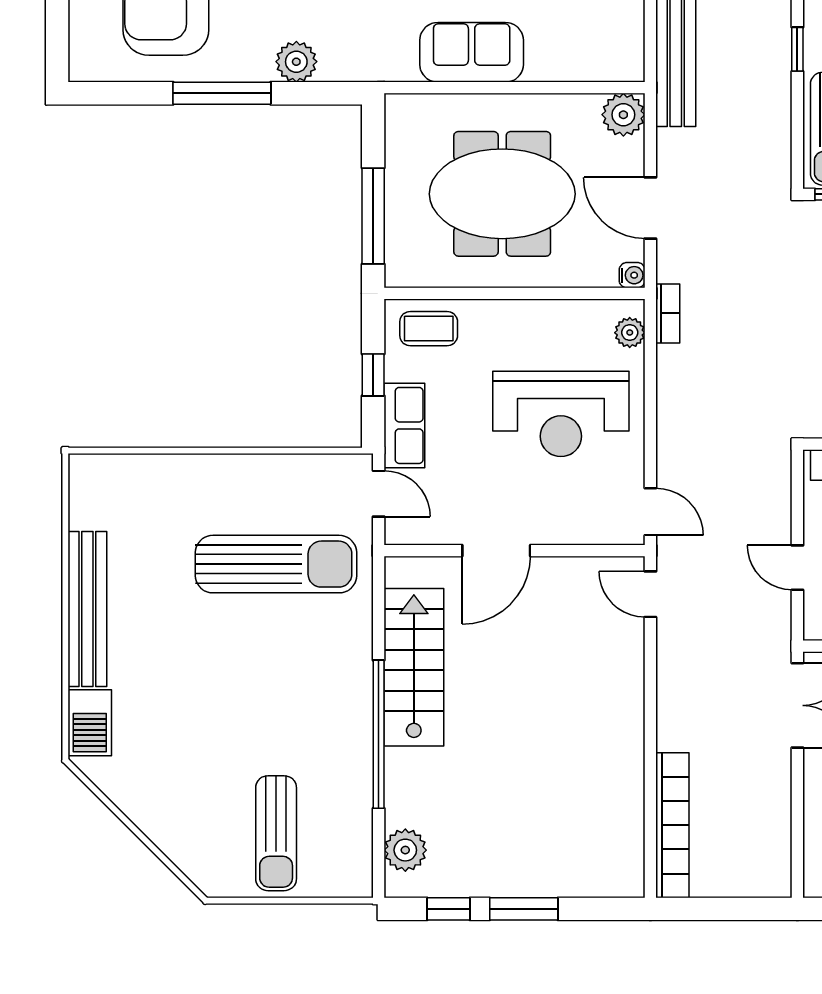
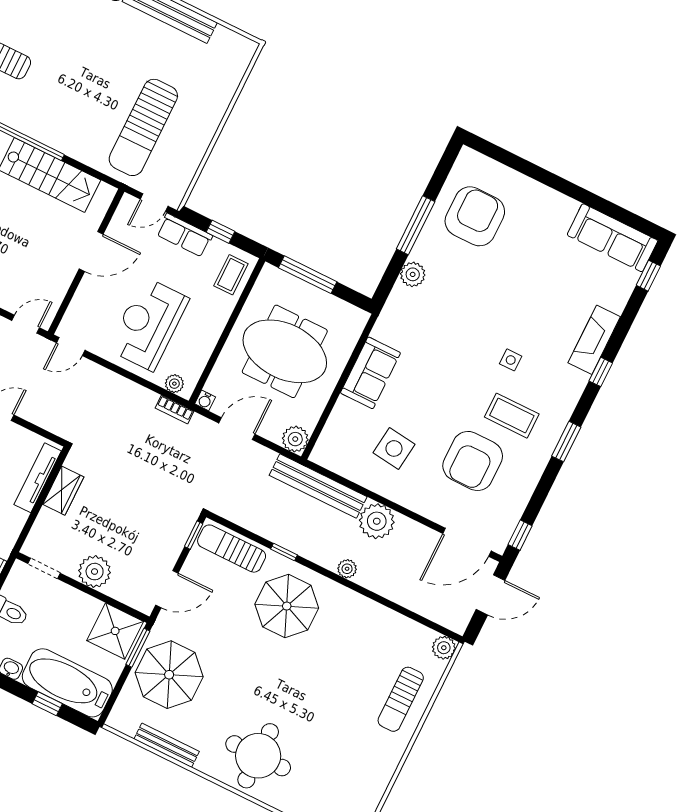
meeting table: (502, 194) -> (285, 351), turned 90
door: (496, 551) -> (91, 252), swing flipped

